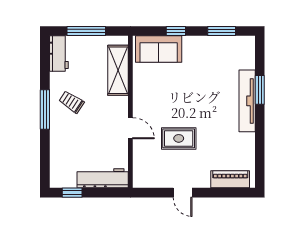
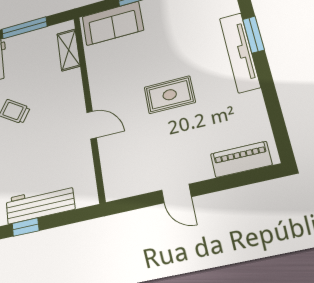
shelving: (118, 70) -> (69, 50), width x0.67, depth x0.75
rug: (179, 138) -> (170, 95), moved
workbench: (103, 178) -> (40, 204), moved

